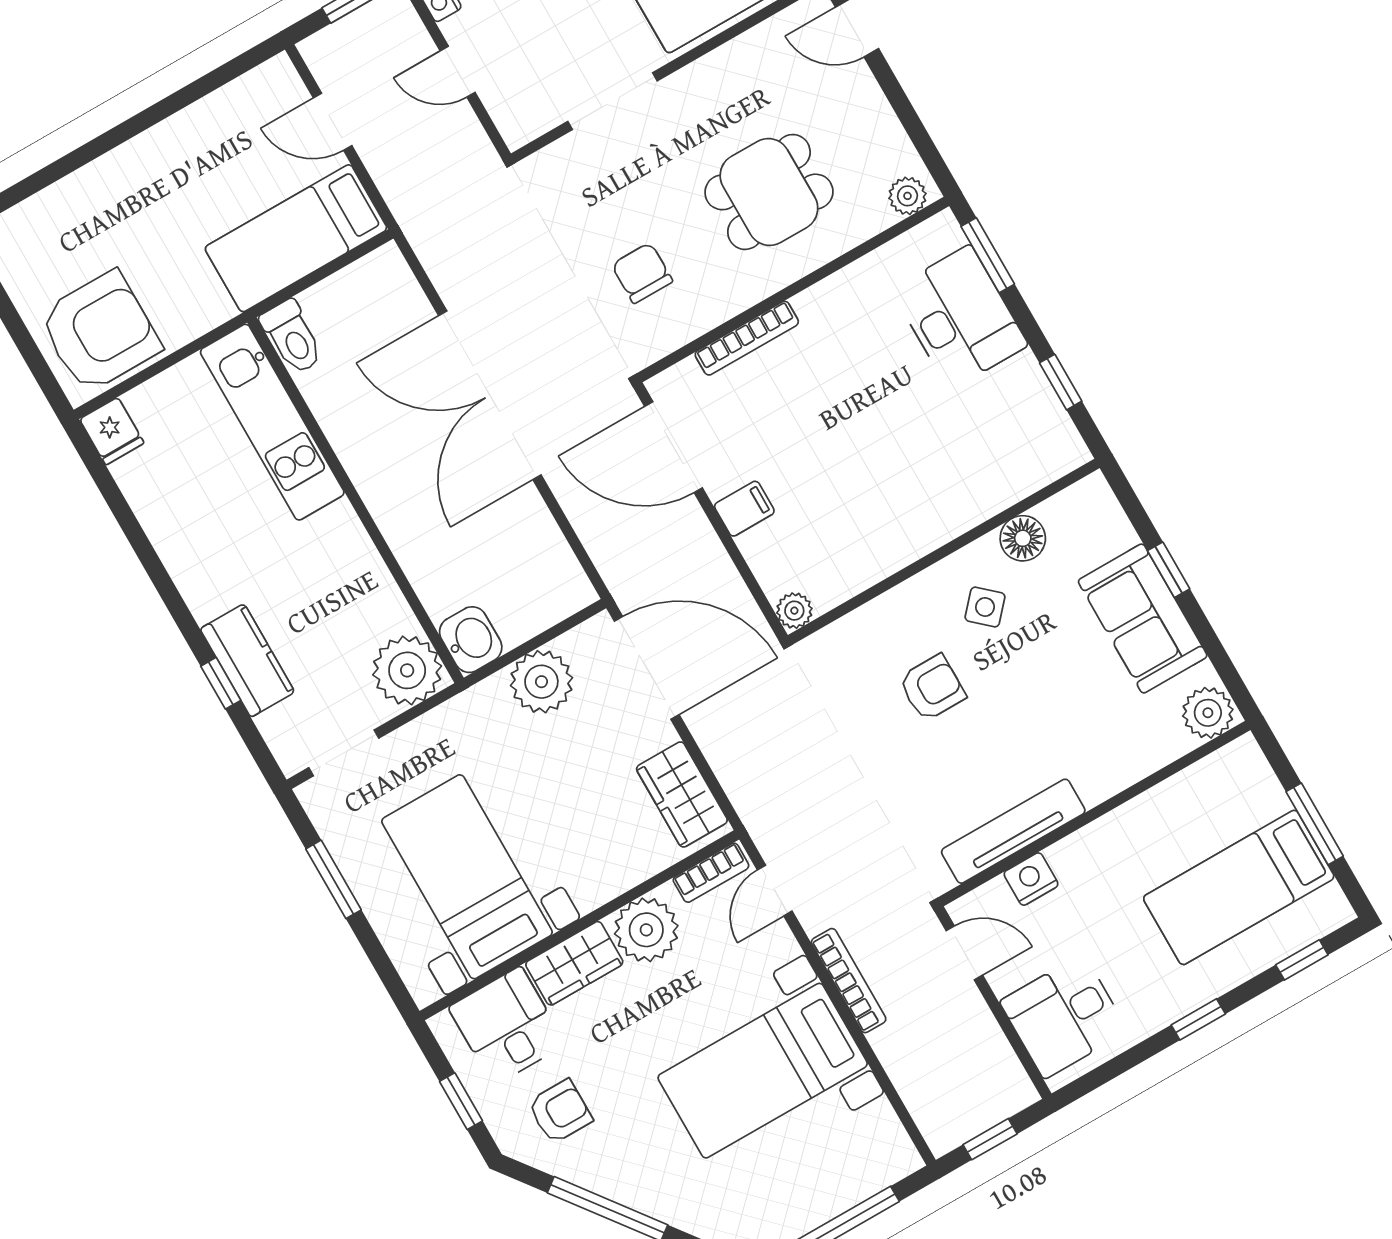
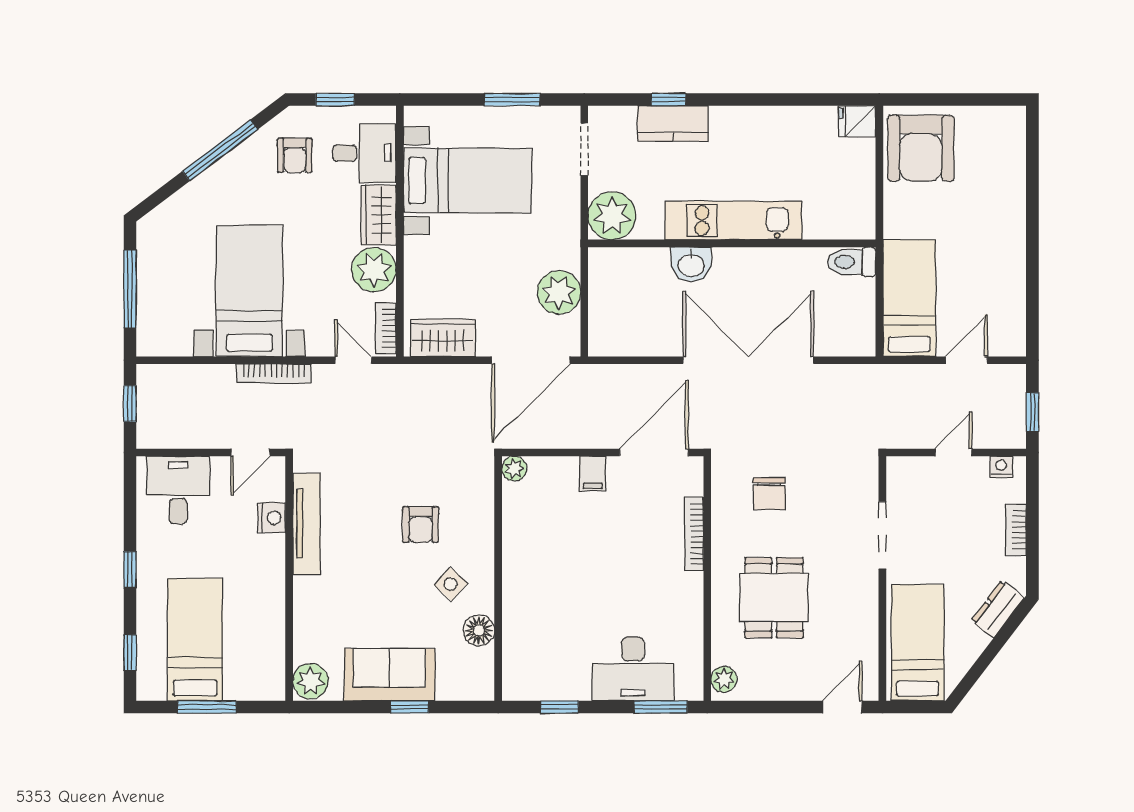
chair: (642, 273) -> (769, 494), turned 90
kitchen unit: (272, 422) -> (733, 220), moved
washbasin: (471, 640) -> (691, 265), moved

